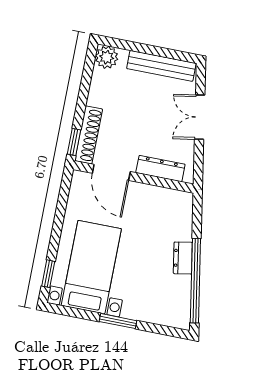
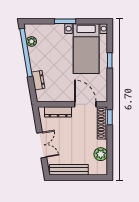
plant: (107, 57) -> (101, 154), moved
dresser: (183, 258) -> (38, 80), moved
window: (48, 274) -> (110, 60), moved
plant: (182, 298) -> (32, 41), added

